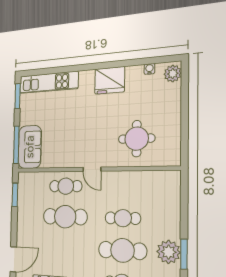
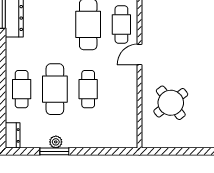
round table: (137, 139) -> (171, 103), turned -38
plant: (169, 252) -> (56, 142), width x0.53, depth x0.53

